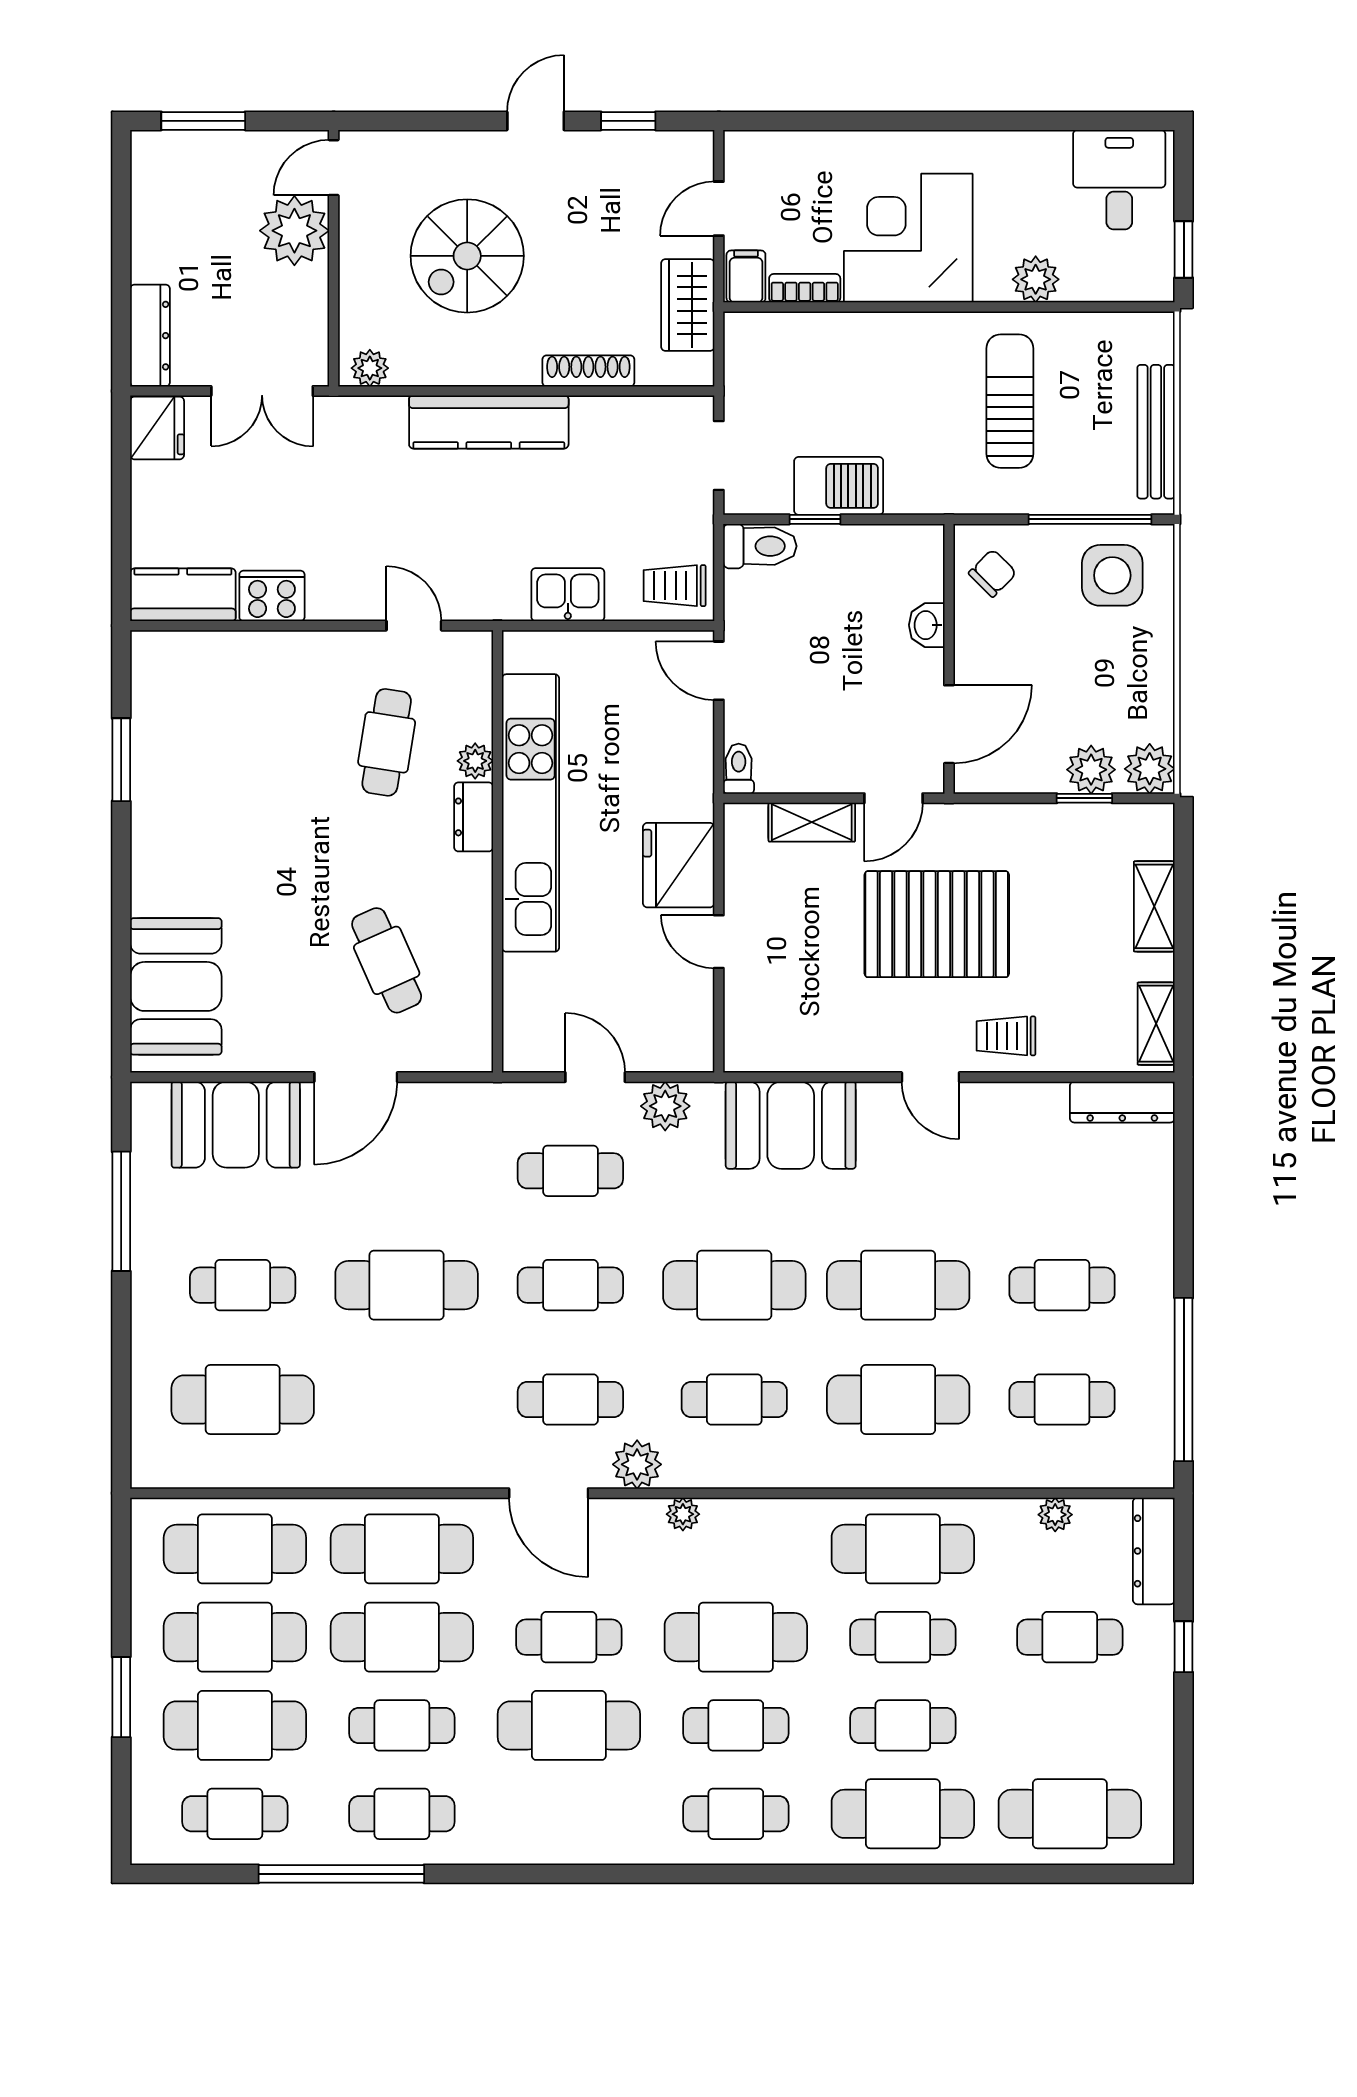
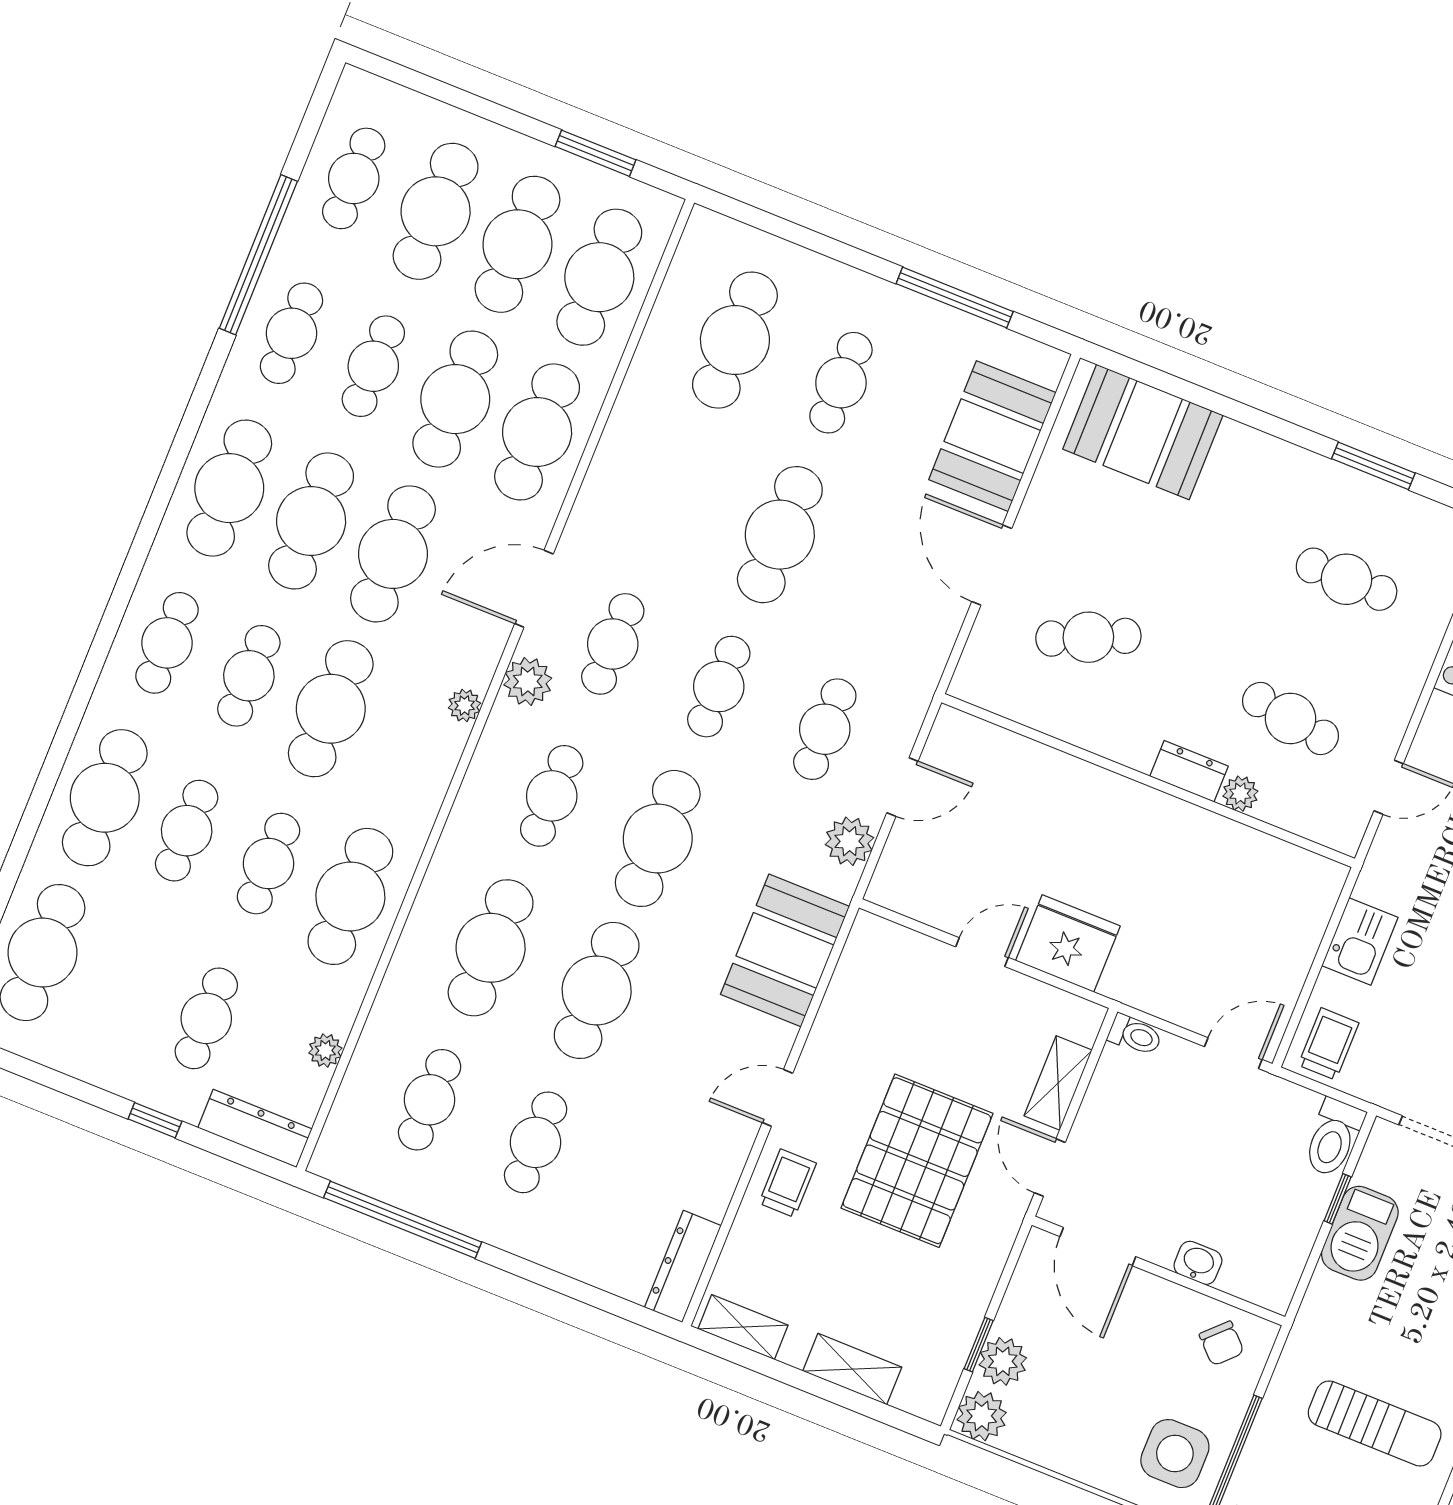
cafe table: (236, 742) -> (1347, 579), added
kitchen unit: (531, 813) -> (1171, 826), removed
cafe table: (569, 1637) -> (393, 554), width x1.37, depth x1.35
window: (121, 1697) -> (595, 153), moved
cafe table: (569, 1814) -> (229, 488), added

